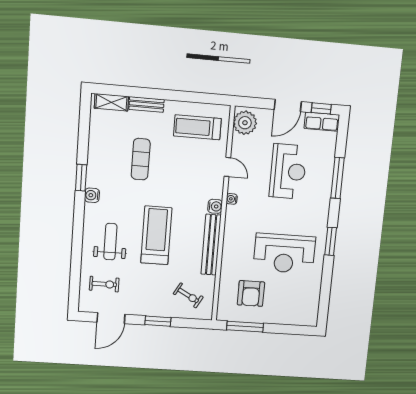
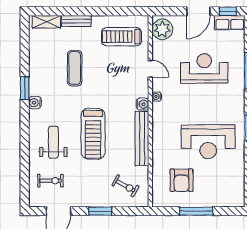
reception desk: (288, 171) -> (204, 68), turned -90
treadmill: (156, 235) -> (93, 134), turned 180
window: (245, 327) -> (196, 211), moved

